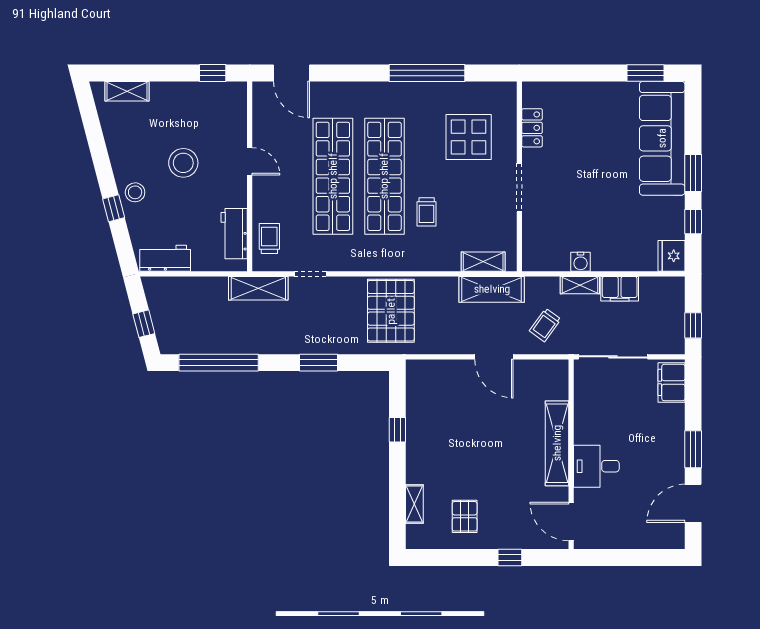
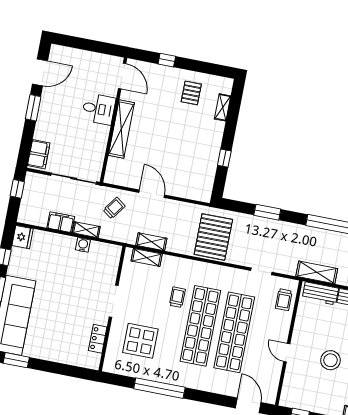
workbench: (234, 234) -> (320, 293), moved, turned 90
shelving: (258, 288) -> (317, 272), moved
shelving: (492, 289) -> (151, 242), width x0.67, depth x0.75

